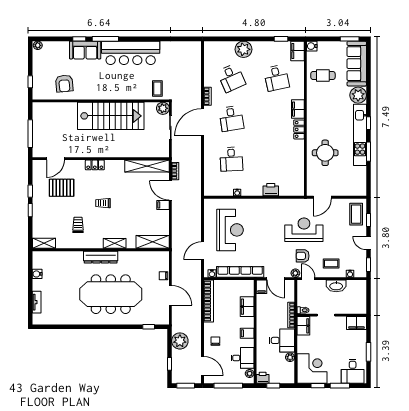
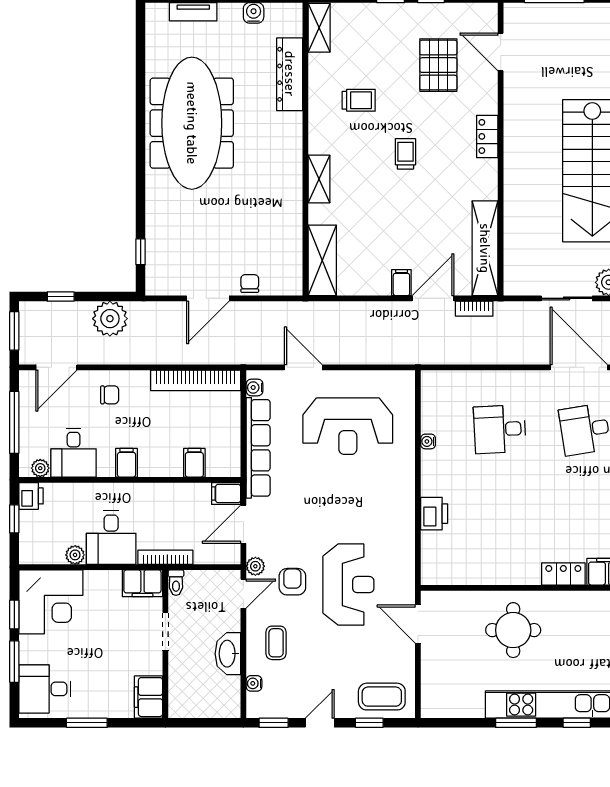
dresser: (101, 257) -> (290, 74), moved
meeting table: (111, 294) -> (192, 123), moved
filing cabinet: (247, 307) -> (194, 463), width x0.50

